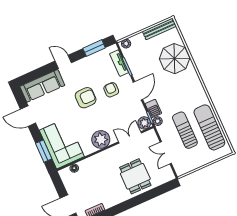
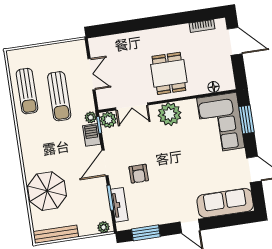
armchair: (86, 98) -> (174, 173), removed
sun lounger: (209, 127) -> (27, 91), width x0.73, depth x0.75
dining table: (135, 176) -> (169, 73), moved

